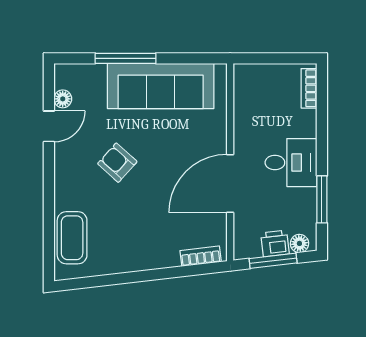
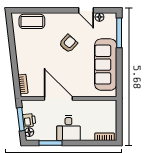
window: (126, 58) -> (119, 33), moved

